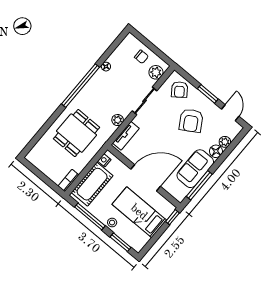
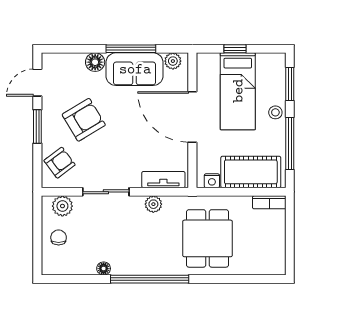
dining table: (77, 133) -> (207, 238), turned 90
plant: (225, 142) -> (173, 61), moved
window: (199, 185) -> (131, 49), moved
window: (172, 217) -> (235, 49), moved

